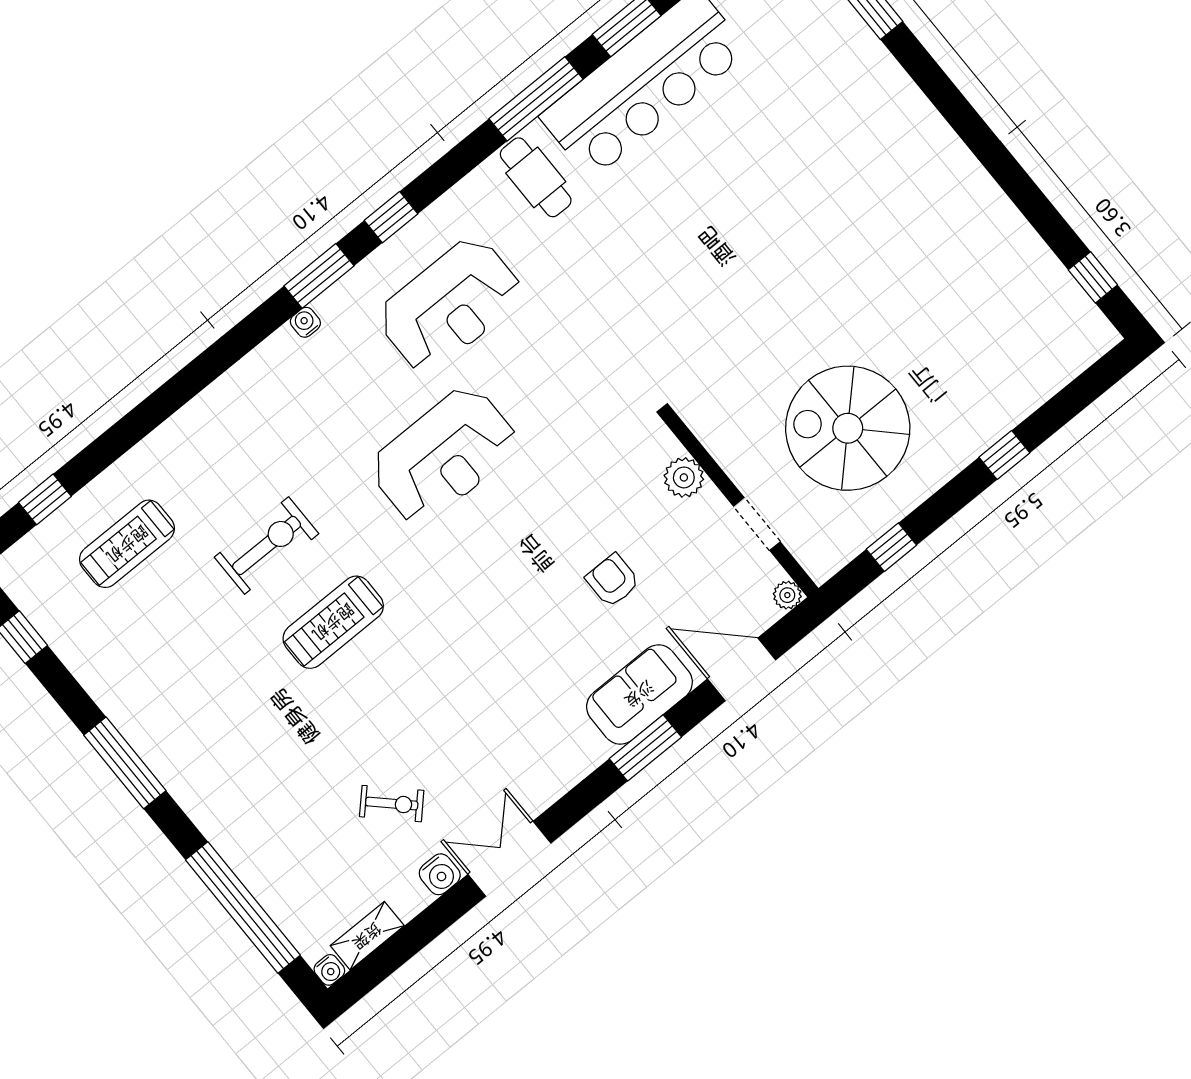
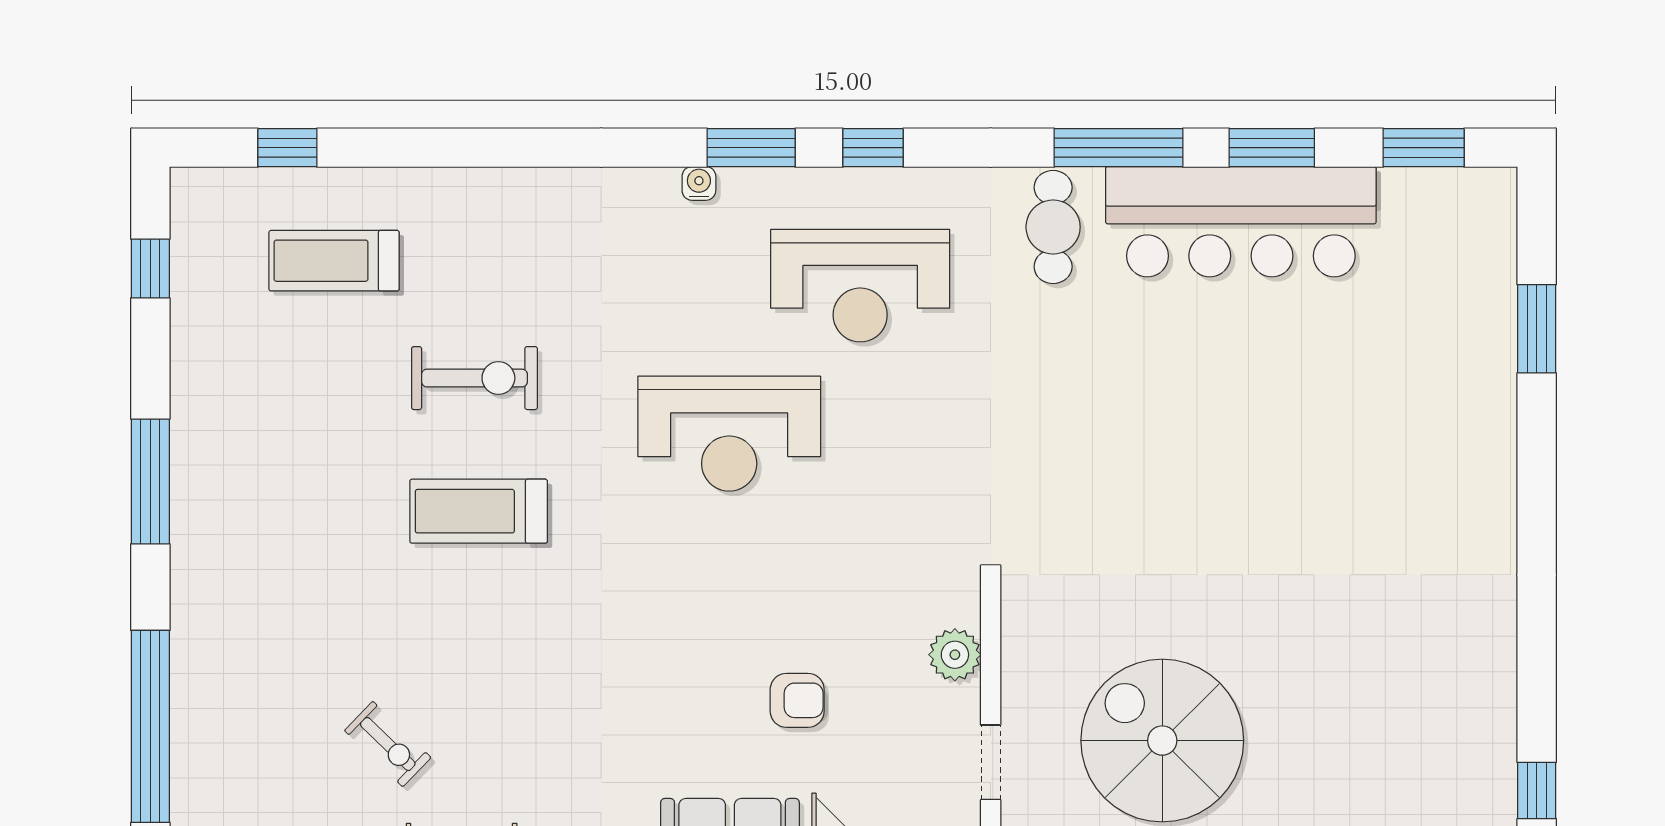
armchair: (613, 580) -> (797, 700), turned 90

